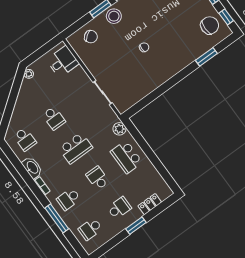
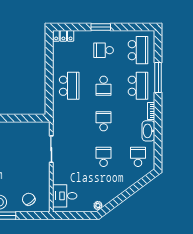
plant: (119, 129) -> (59, 112), removed
school desk: (76, 148) -> (104, 121), width x0.54
school desk: (69, 199) -> (138, 86), width x1.85
locker: (150, 204) -> (63, 36), moved
school desk: (90, 229) -> (138, 50), width x1.85

